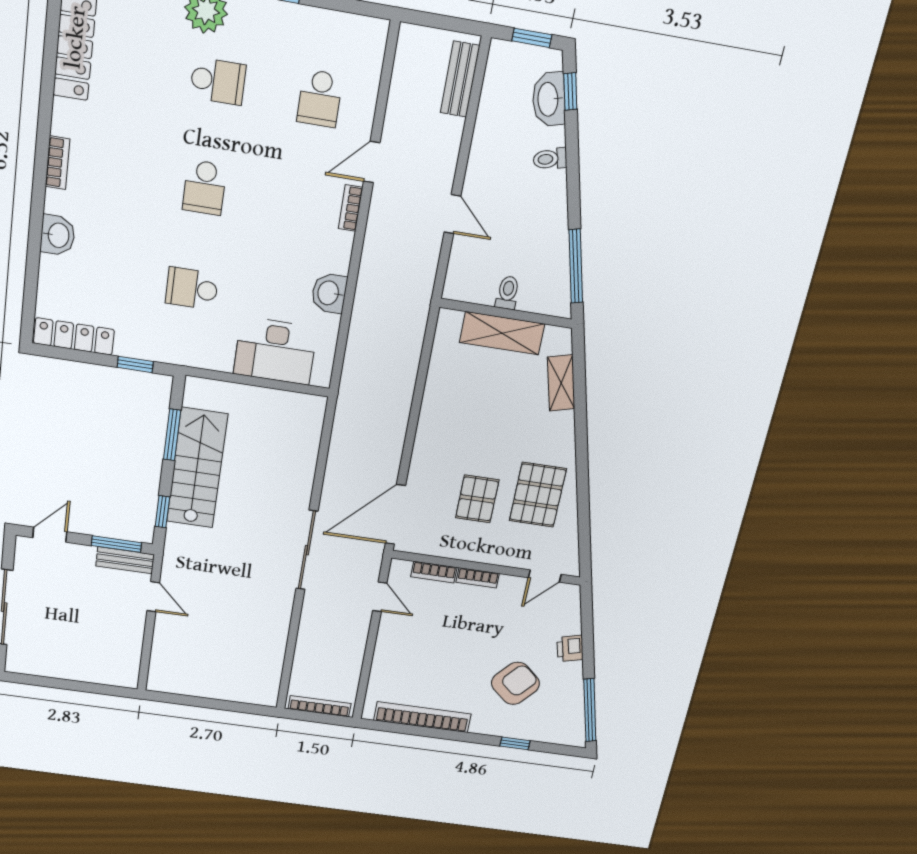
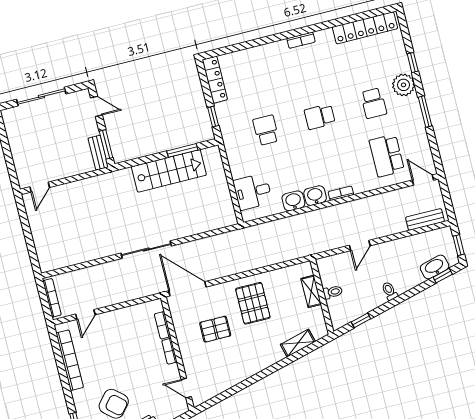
school desk: (320, 98) -> (387, 156), width x1.85
toilet: (550, 159) -> (390, 291), moved
door: (372, 162) -> (423, 180), moved
washbasin: (58, 235) -> (315, 196), moved, turned 180
window: (576, 266) -> (361, 320), width x0.46
shelving: (502, 333) -> (311, 291), width x0.67, depth x0.75
desk: (275, 351) -> (253, 192), width x0.73
pallet: (538, 495) -> (253, 303), moved, turned 90
window: (162, 512) -> (136, 162), removed
door: (153, 597) -> (40, 187), moved
door: (380, 597) -> (85, 314), moved

